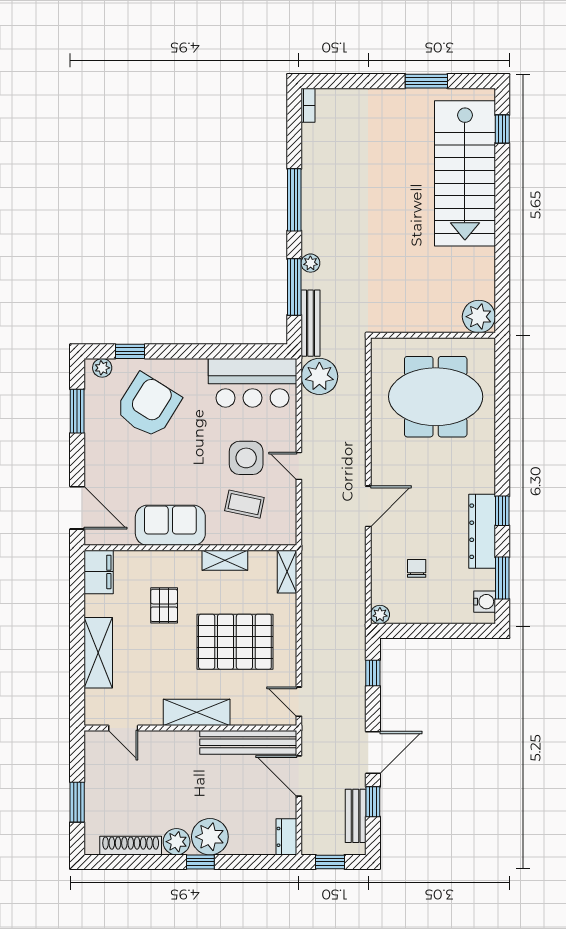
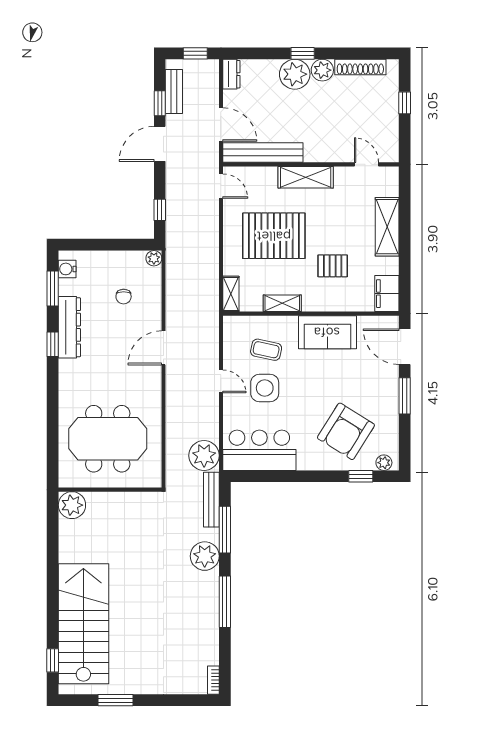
plant: (310, 263) -> (205, 556), width x1.87, depth x1.87
window: (77, 411) -> (405, 396), moved
pallet: (164, 605) -> (333, 266), turned 90
window: (77, 802) -> (405, 103), width x0.67

